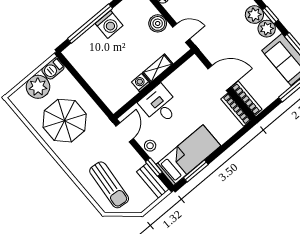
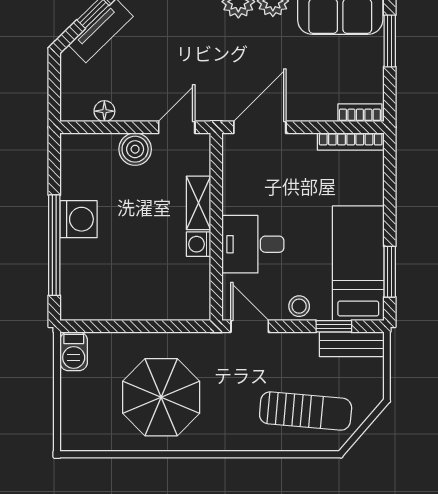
door: (219, 78) -> (260, 127), moved
plant: (38, 87) -> (81, 394), removed
bookcase: (247, 98) -> (360, 113), width x0.64

